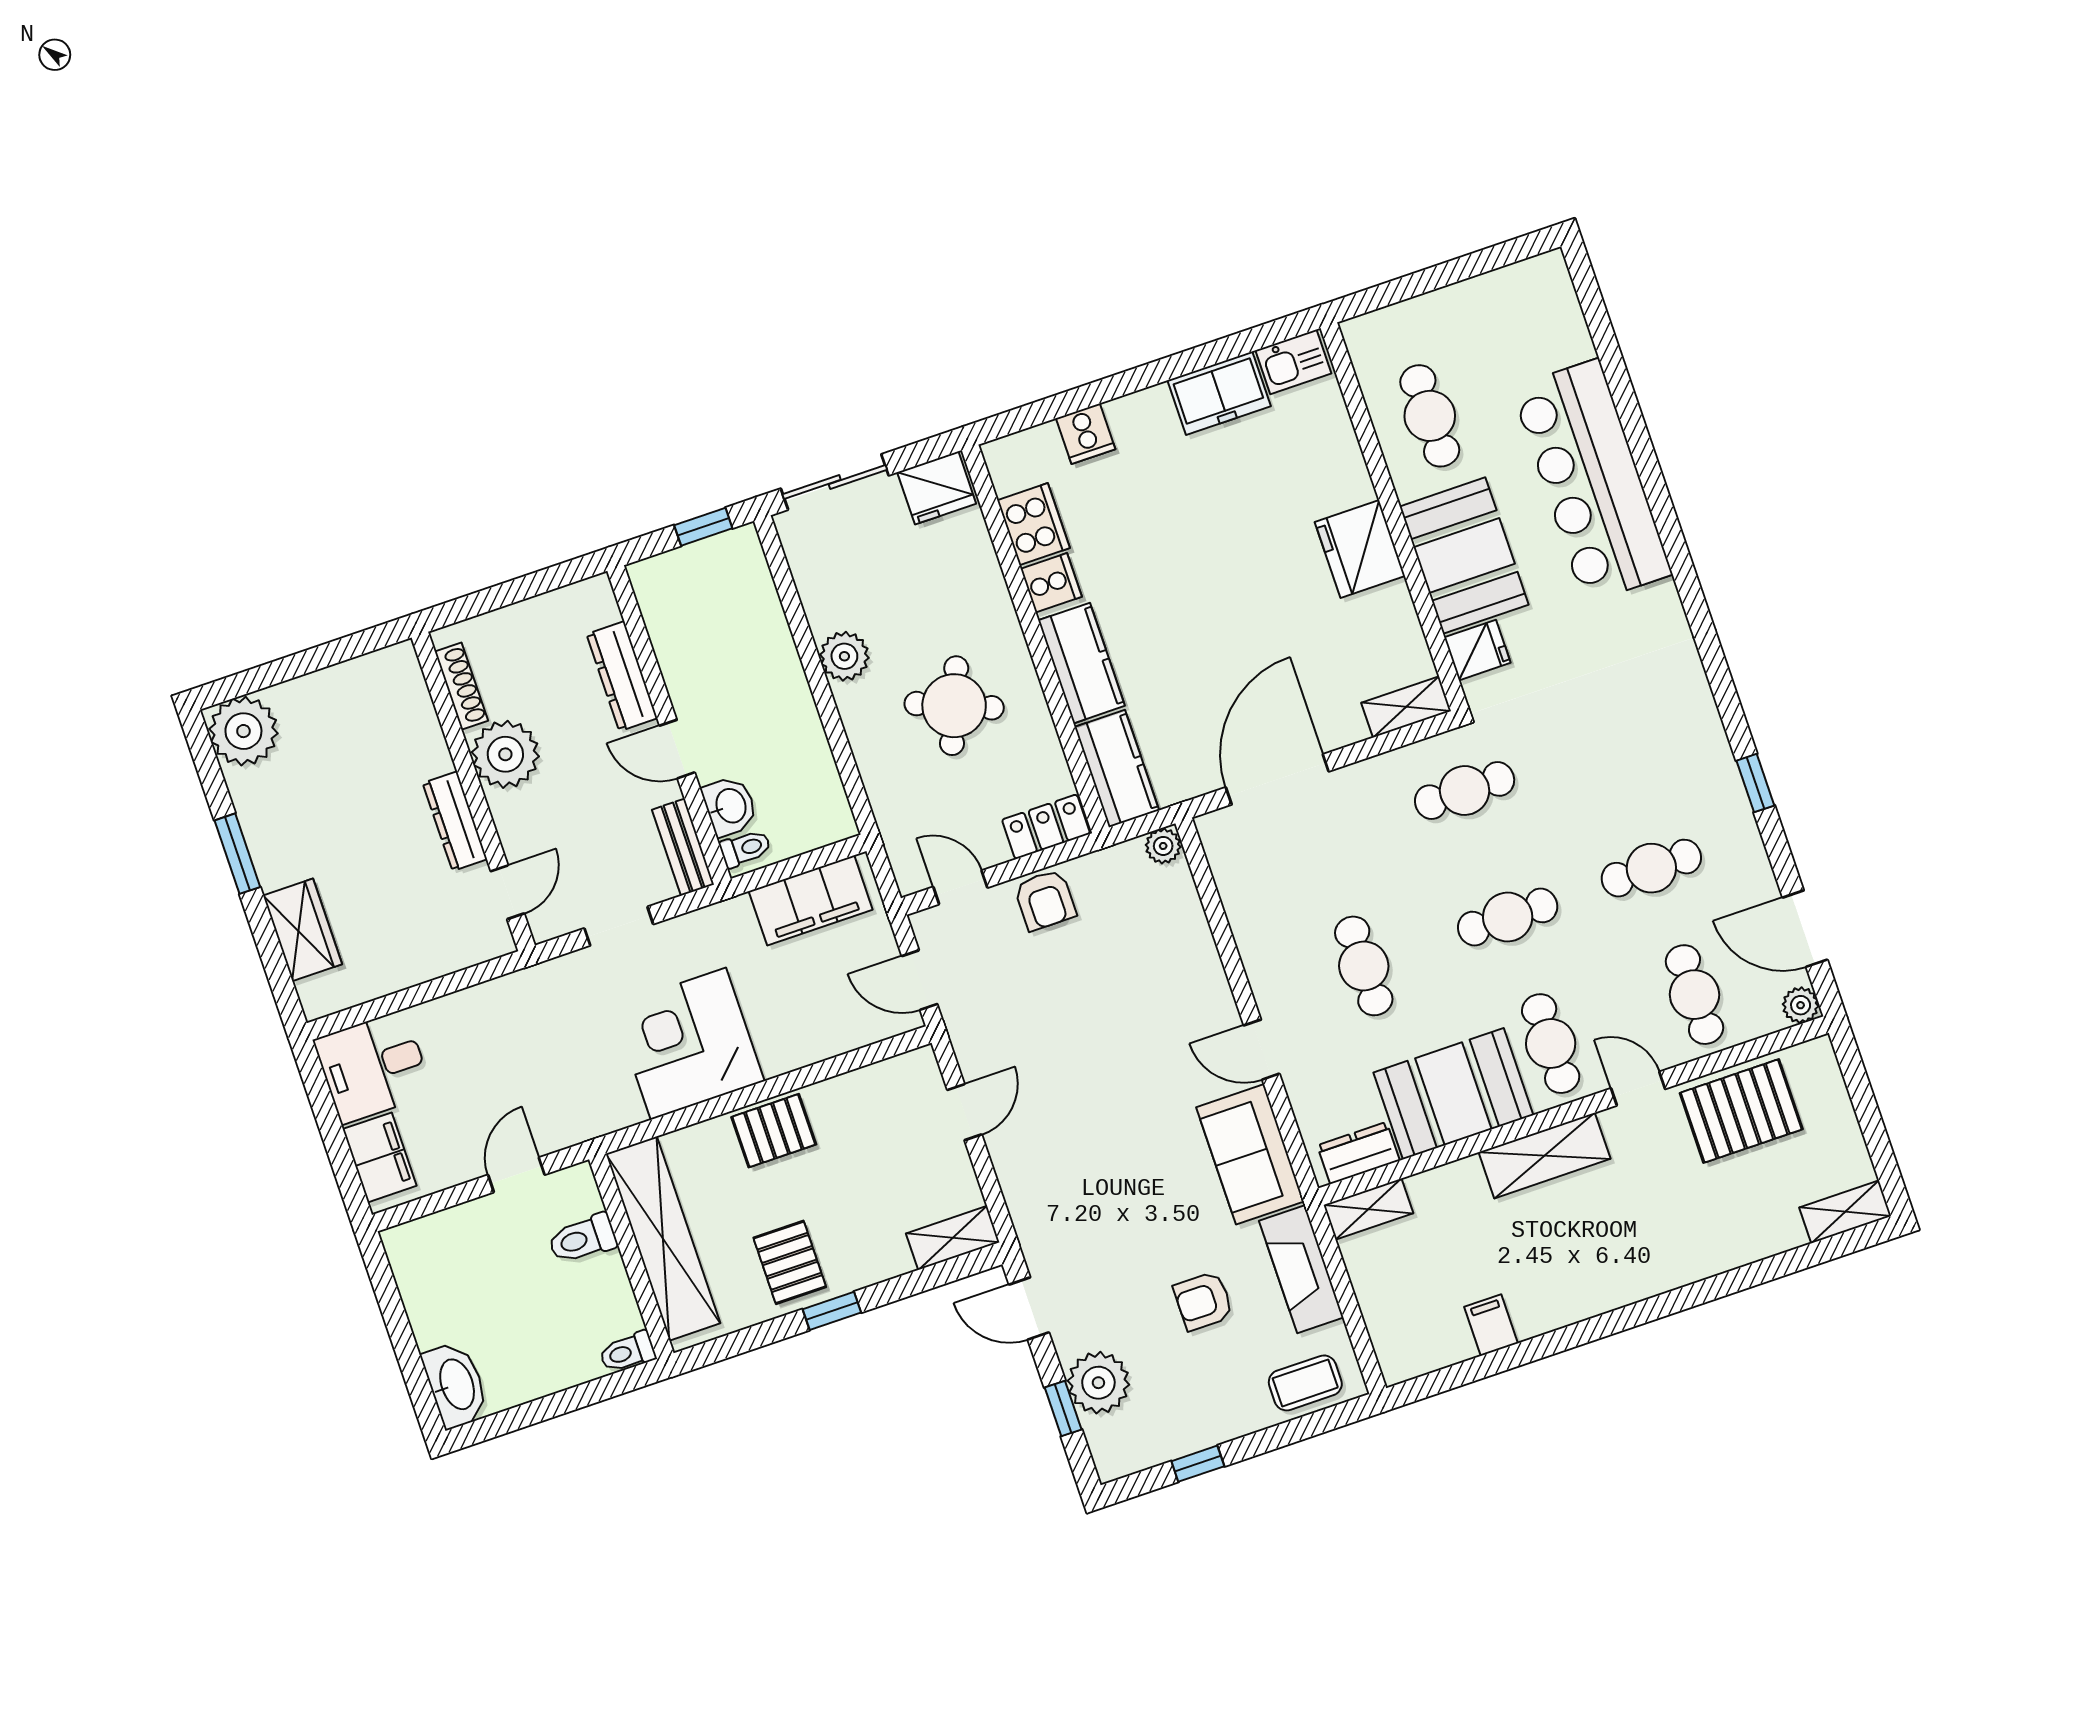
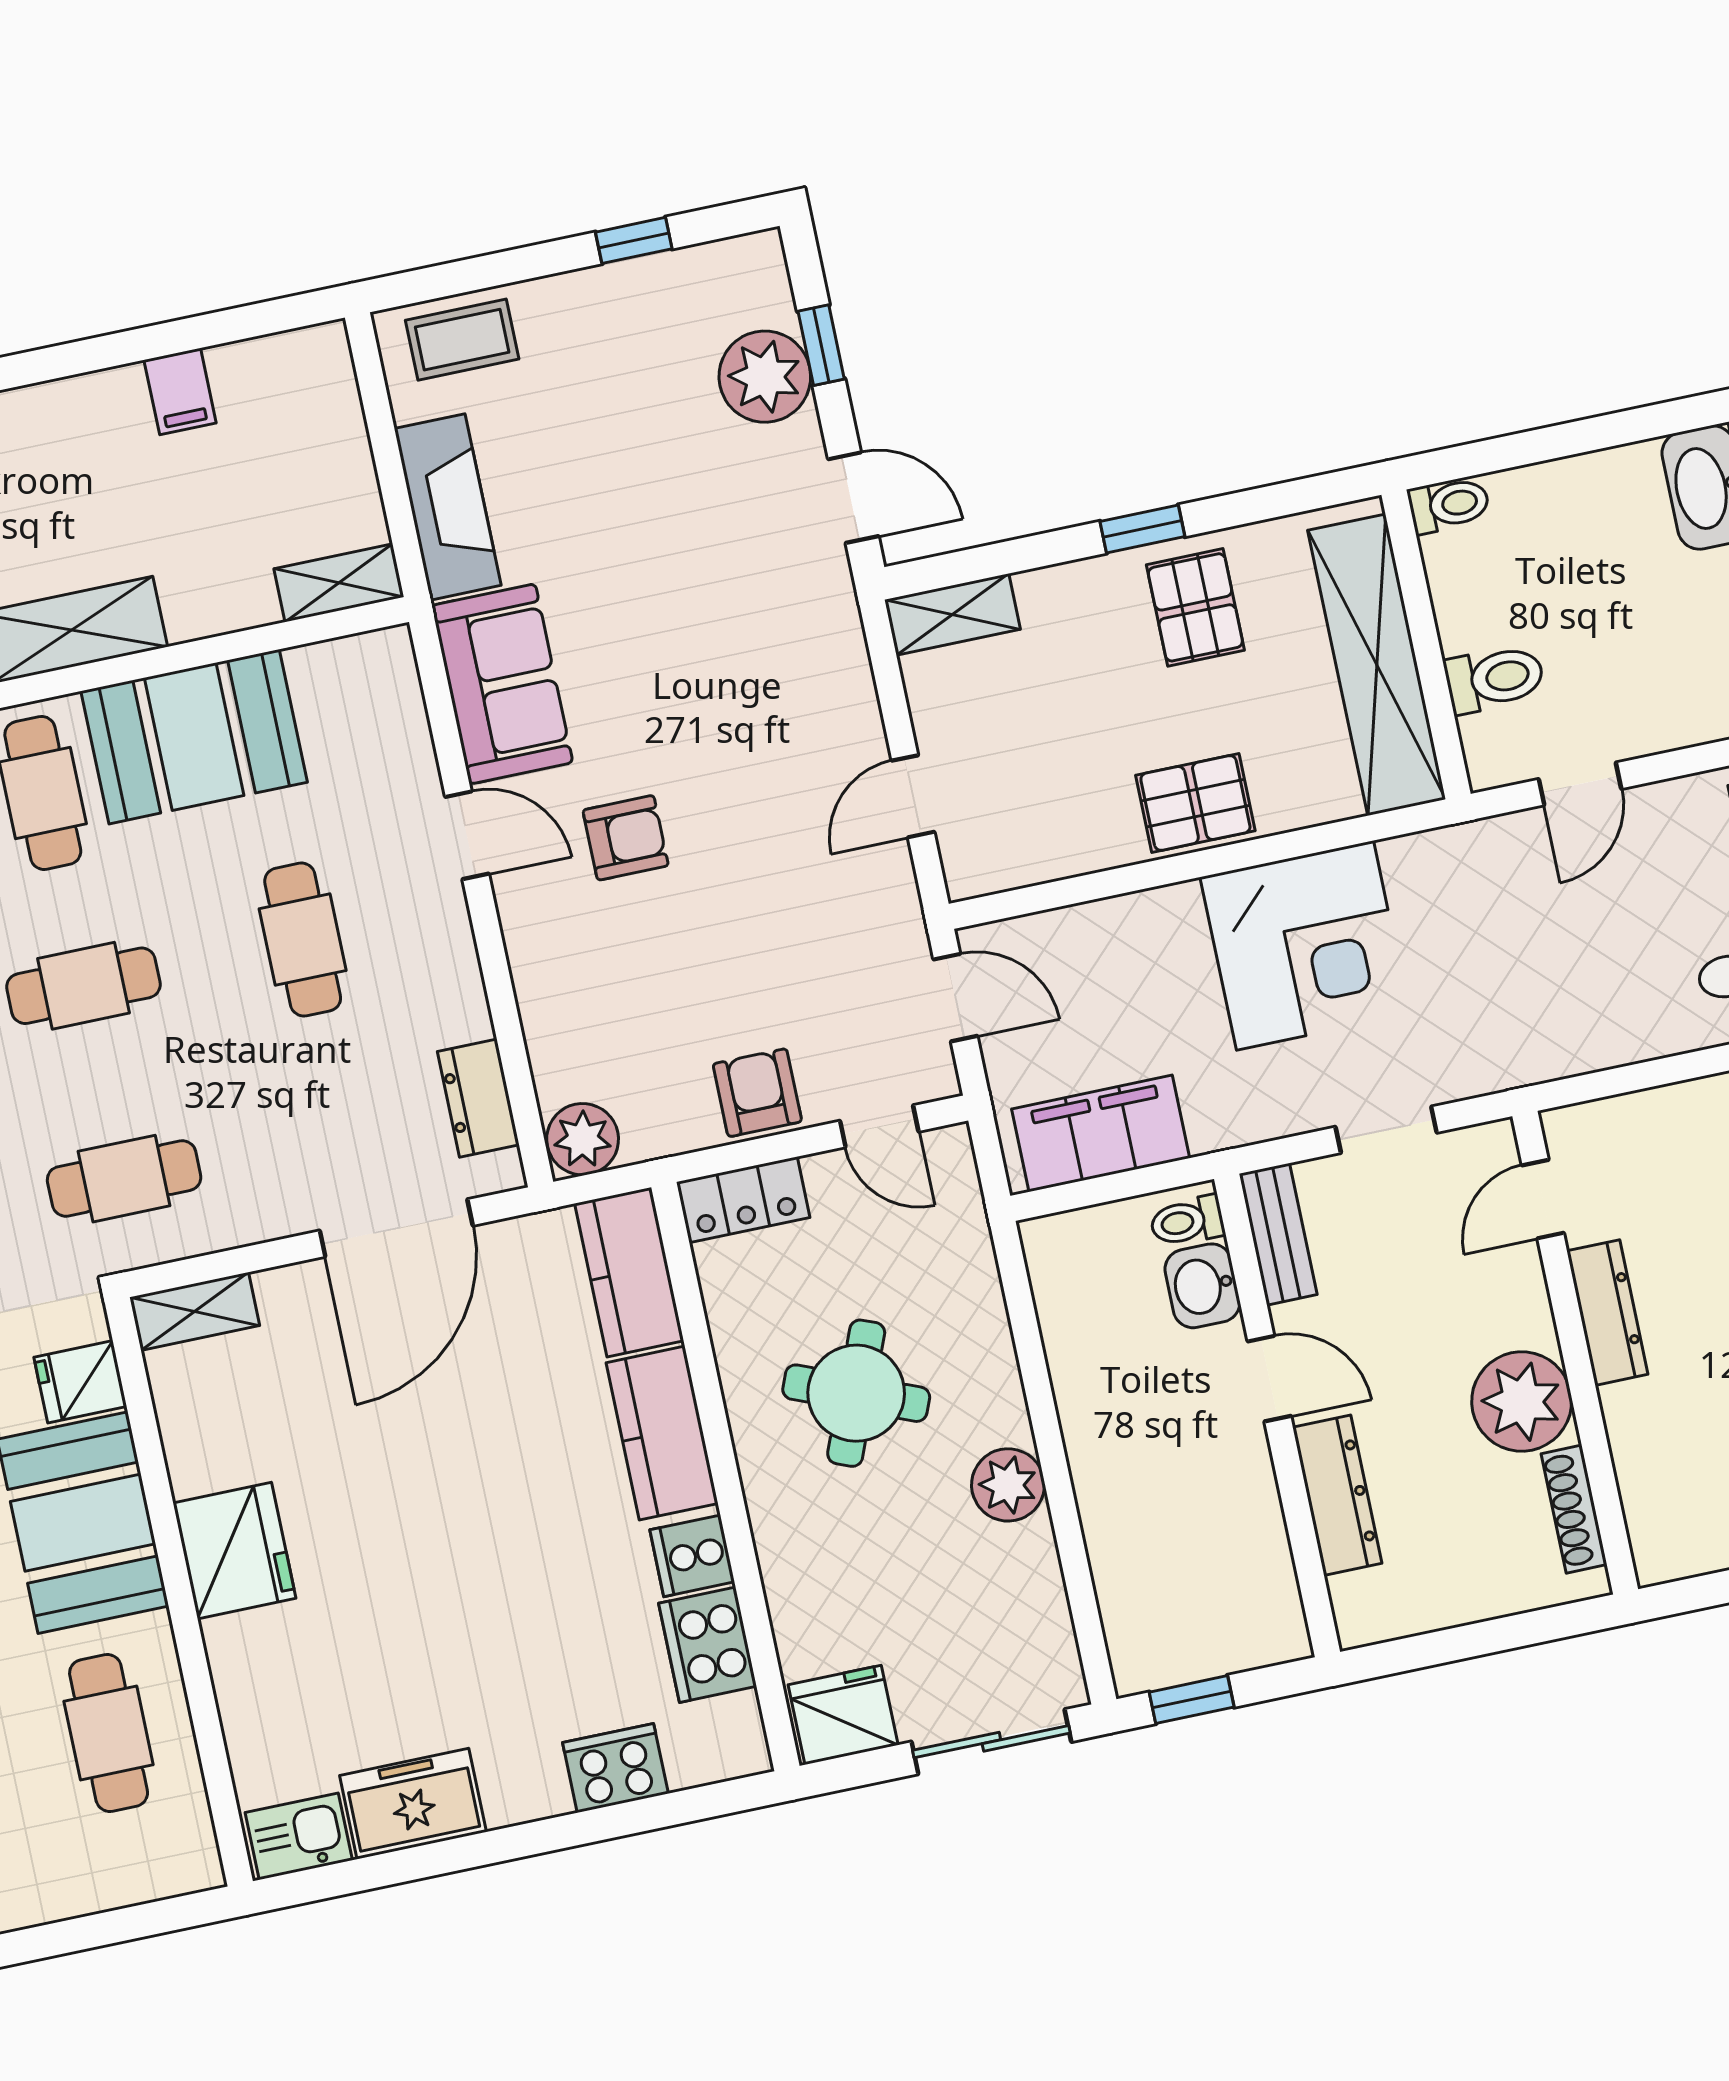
cooker: (1086, 434) -> (615, 1768), width x1.36
plant: (1163, 846) -> (583, 1139), width x1.38, depth x1.38
dresser: (1358, 1153) -> (478, 1098), moved, turned 90
armchair: (1203, 1301) -> (626, 838), moved

